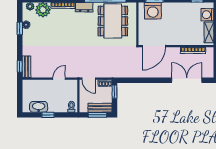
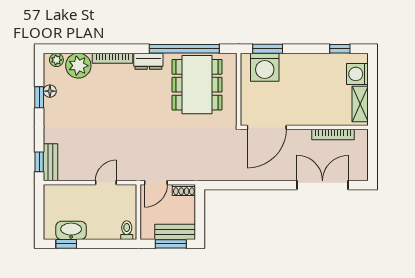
door: (89, 79) -> (156, 183), hinge flipped
window: (114, 92) -> (200, 205), removed
window: (48, 115) -> (66, 244), moved

